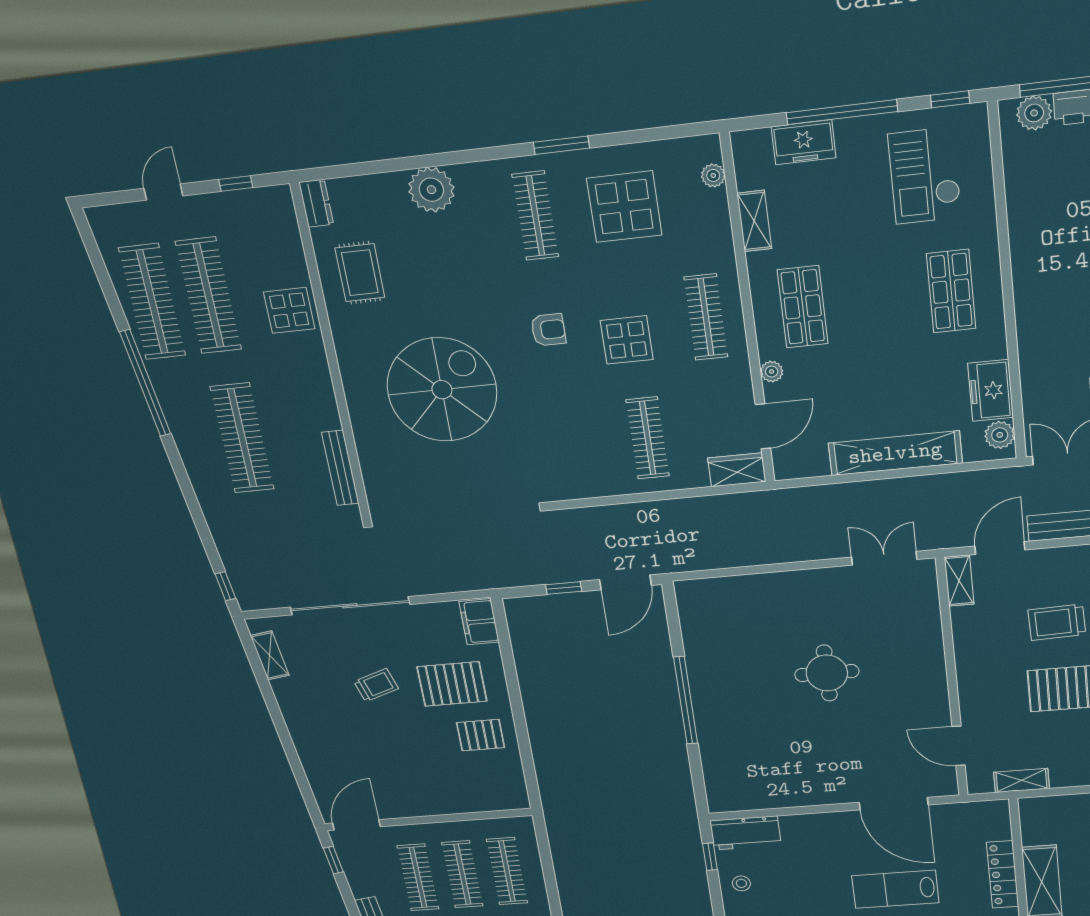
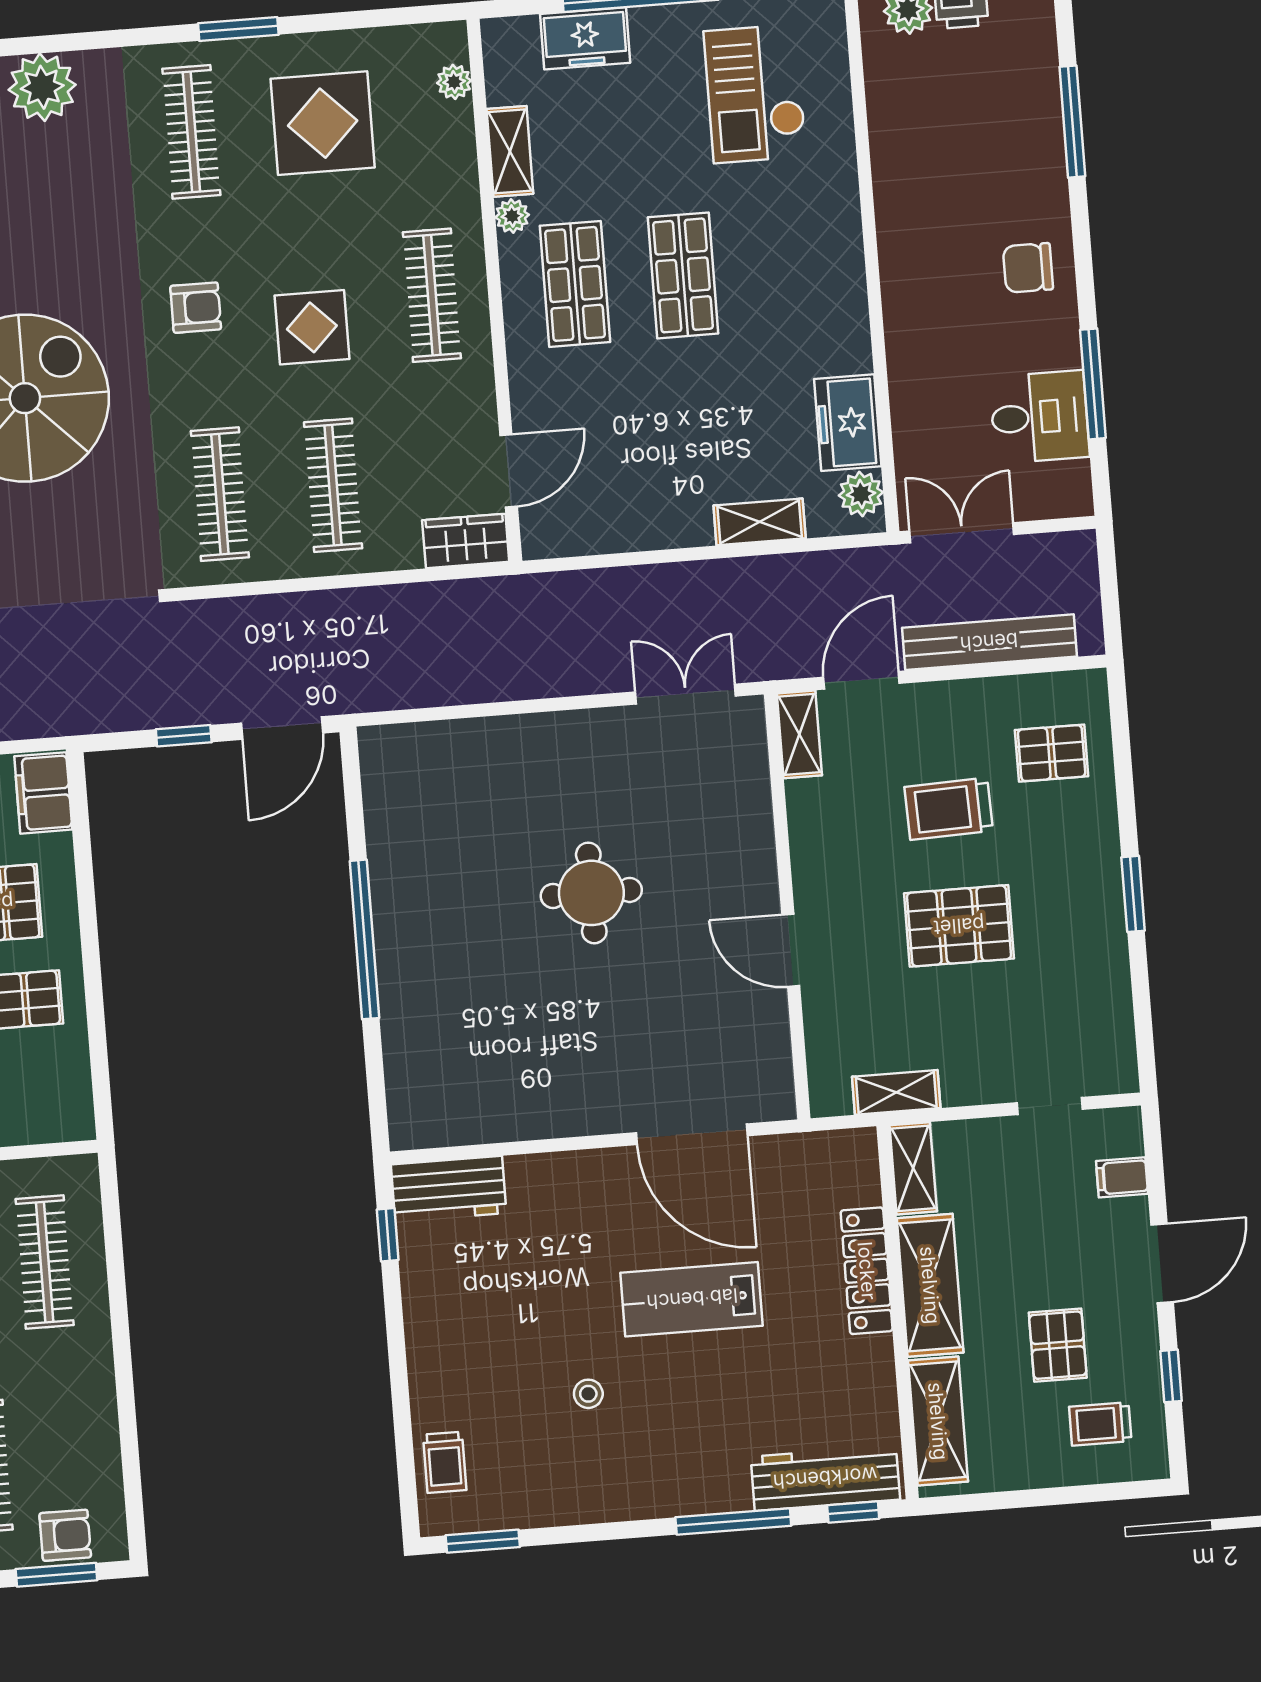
shop shelf: (951, 291) -> (683, 275), moved
plant: (772, 372) -> (512, 216), moved
clothes rail: (574, 445) -> (220, 494), added
shelving: (895, 453) -> (760, 522), width x0.45, depth x0.75
door: (959, 746) -> (791, 950), moved
shelving: (1032, 821) -> (913, 1168), added
stool: (741, 883) -> (437, 1287), removed

